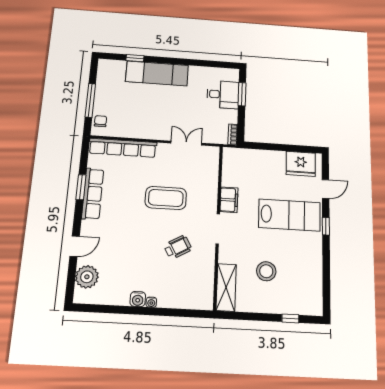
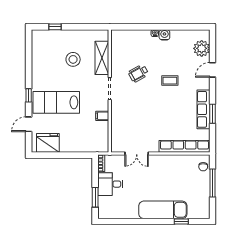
desk: (223, 95) -> (110, 184), moved
coffee table: (166, 198) -> (170, 81), moved, width x0.54, depth x0.58
filing cabinet: (229, 200) -> (102, 116), width x0.50
shelving: (226, 287) -> (102, 58), moved

